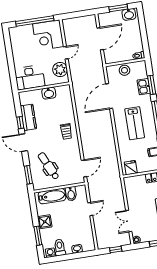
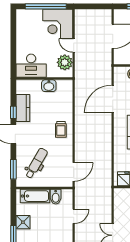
door: (66, 53) -> (74, 45), swing flipped
dental chair: (49, 166) -> (36, 163), turned 55

